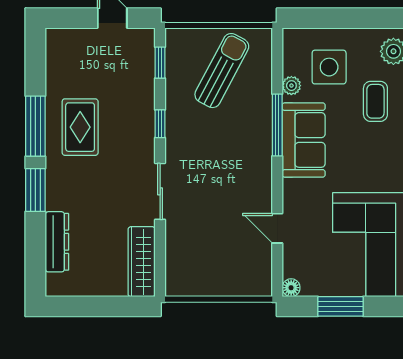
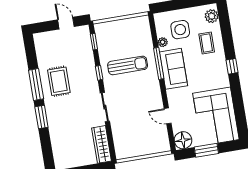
sun lounger: (222, 71) -> (128, 65), moved, turned 62
dresser: (57, 242) -> (57, 141), removed
floor lamp: (291, 288) -> (183, 140), width x1.89, depth x1.89

